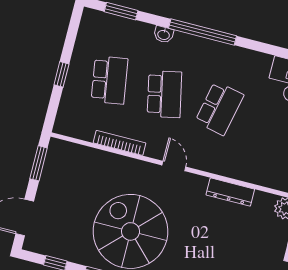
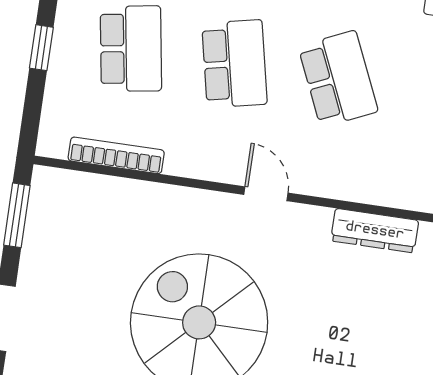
school desk: (219, 108) -> (338, 79), turned -36
bookcase: (120, 143) -> (116, 155), moved

